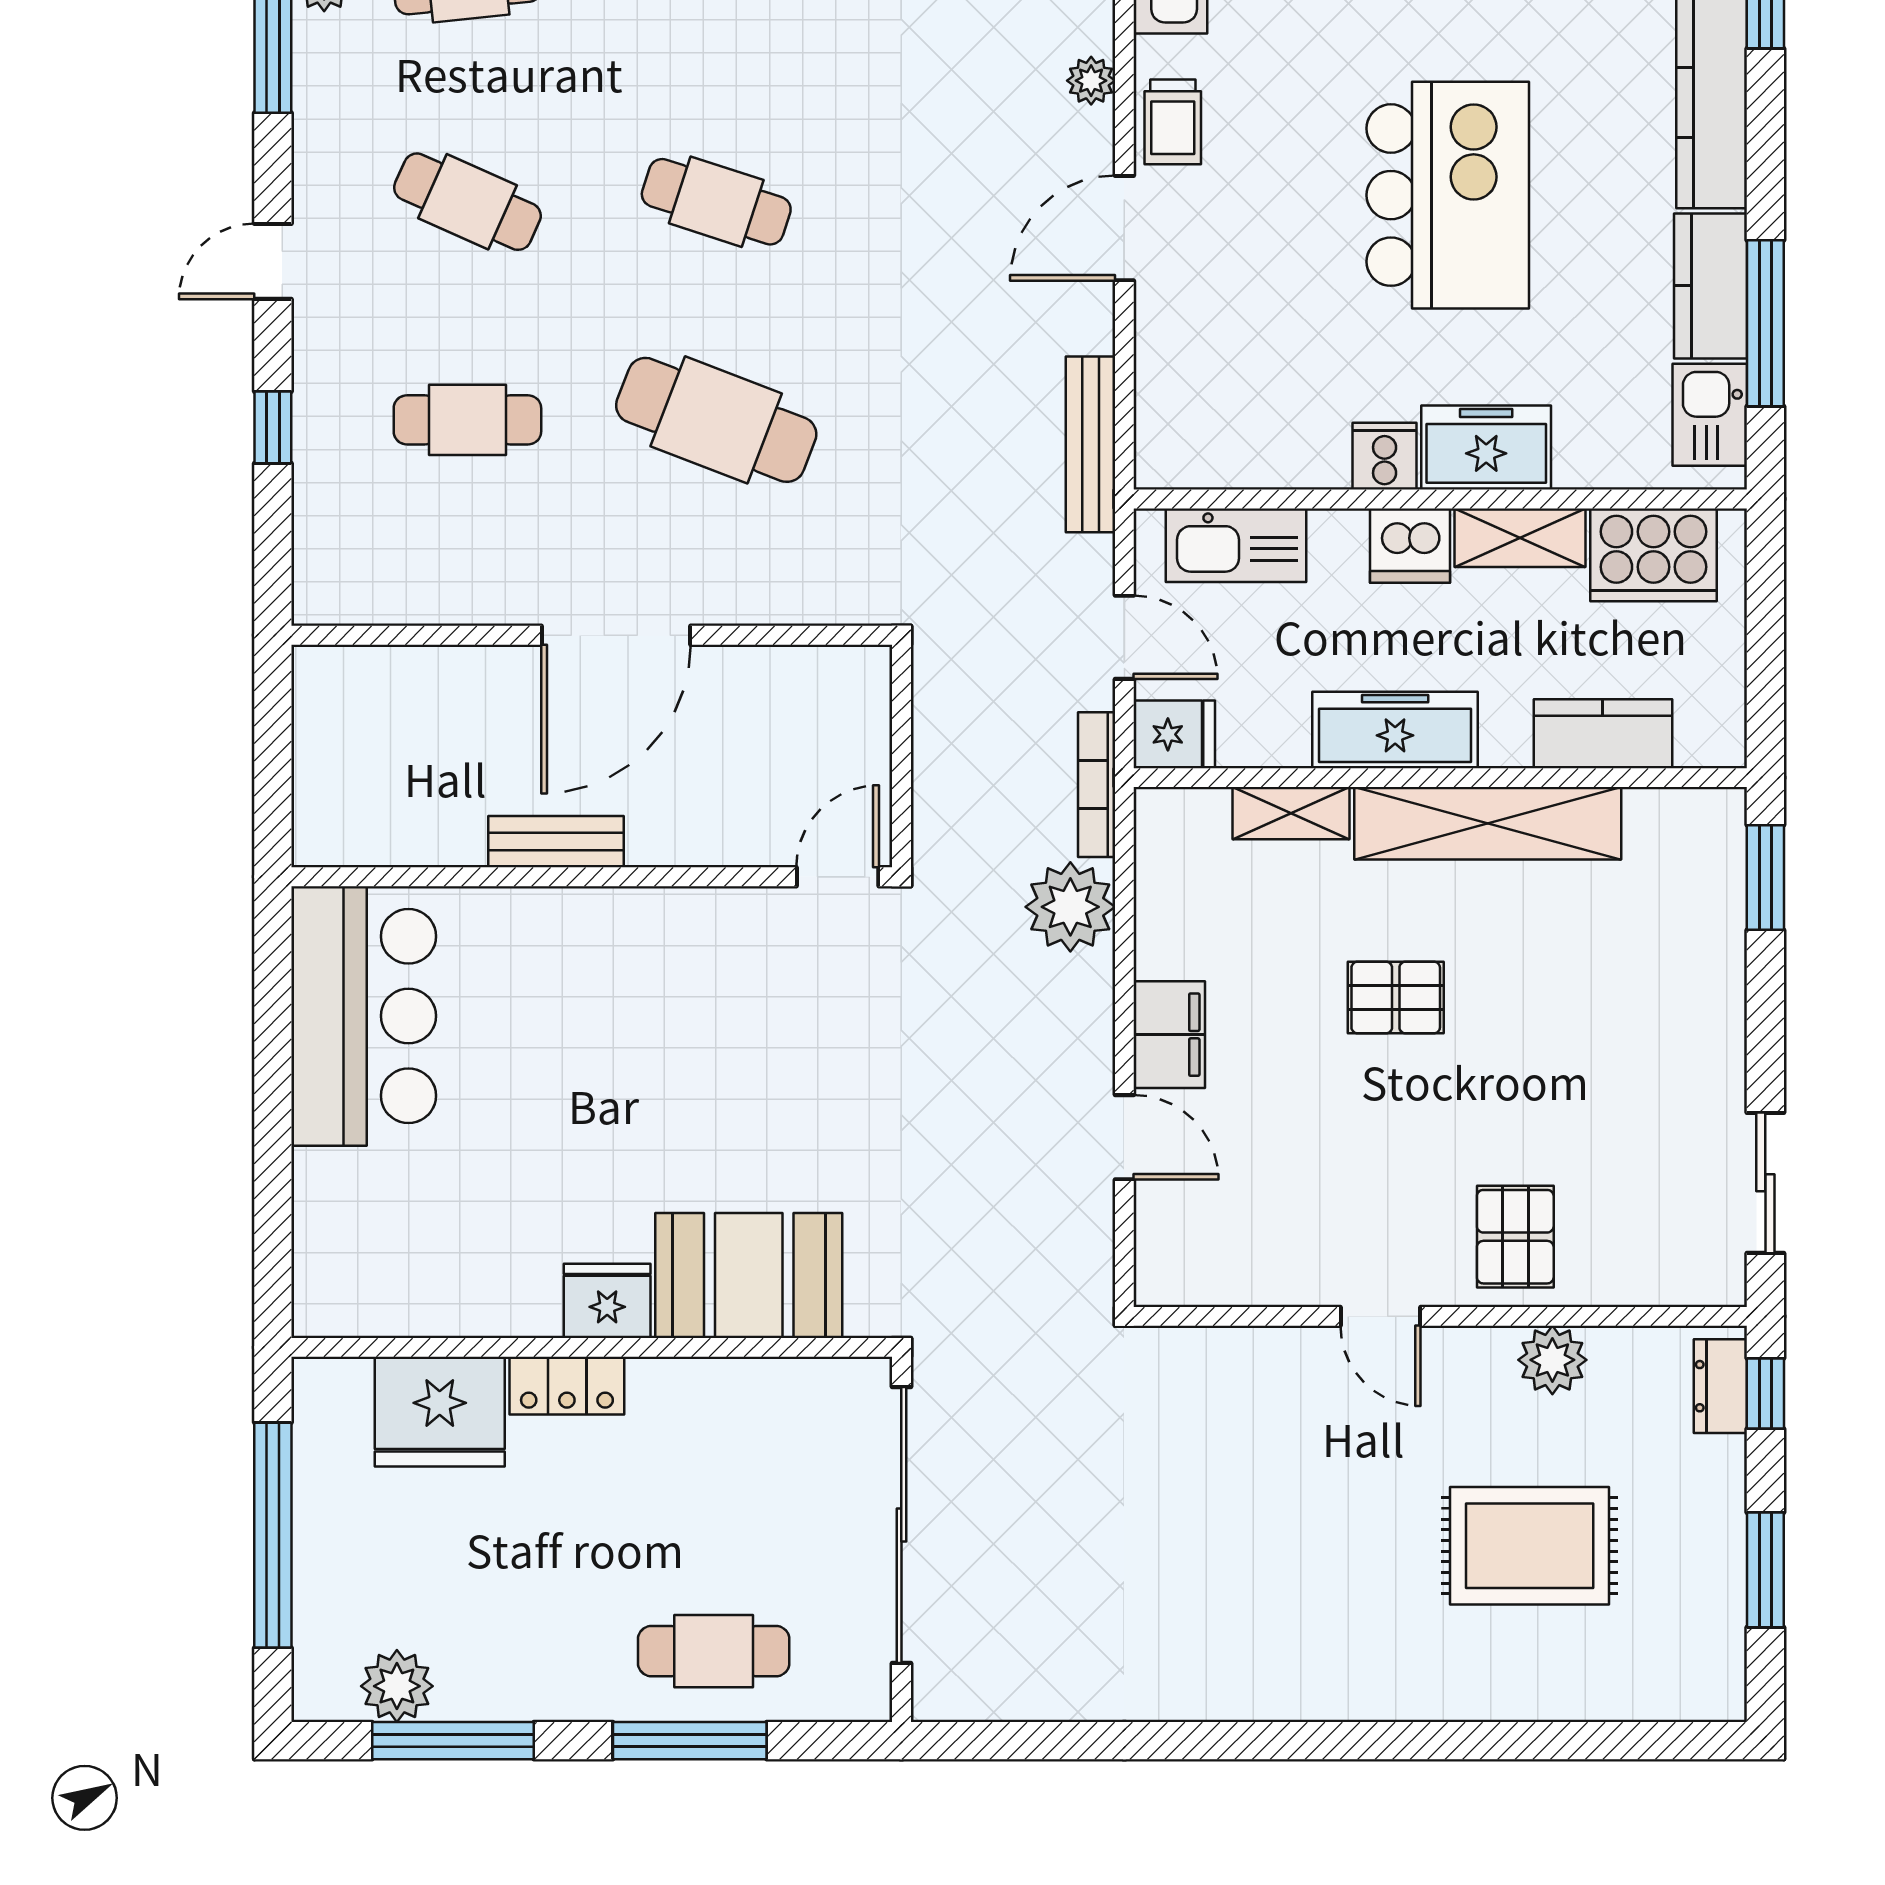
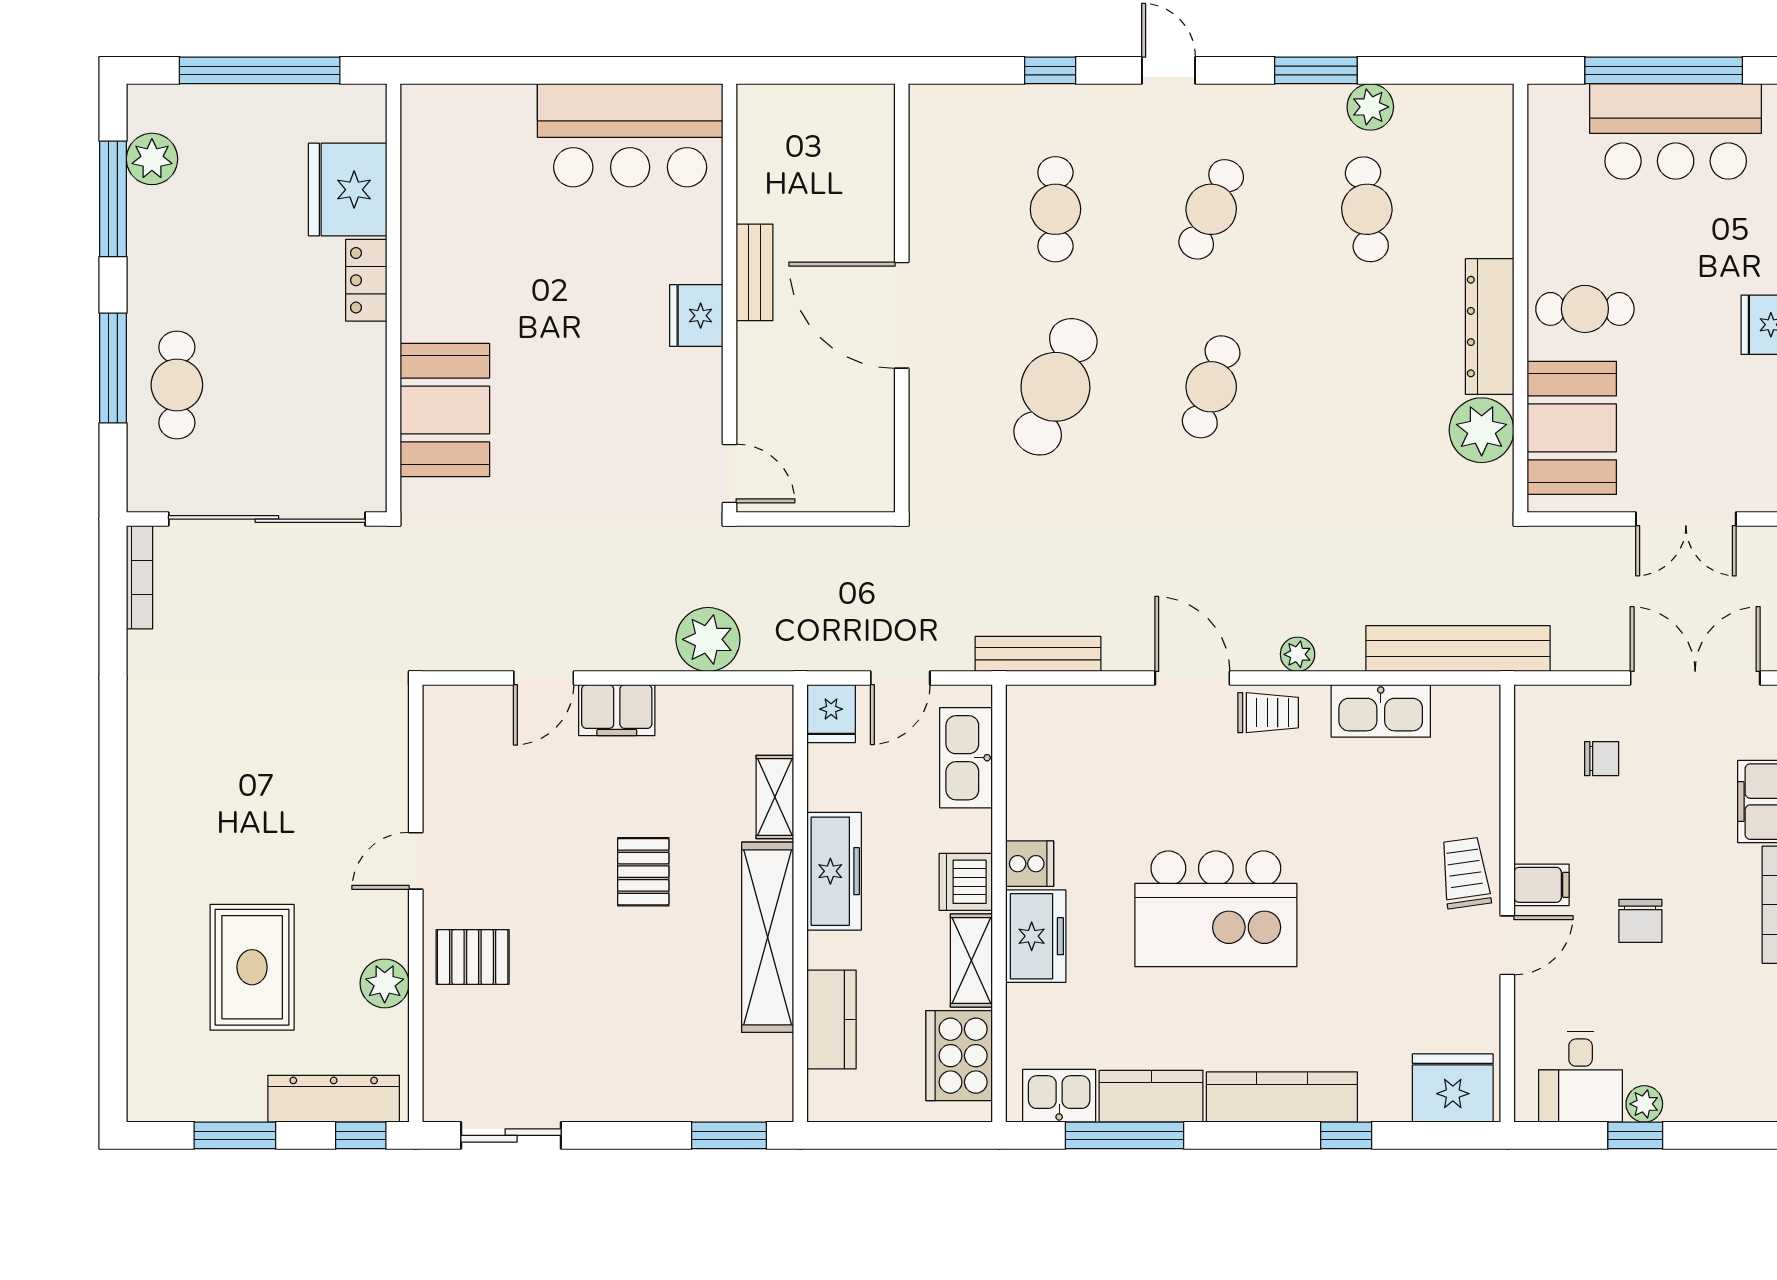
trolley: (1173, 122) -> (1268, 713), turned 180
bookcase: (1097, 785) -> (139, 577), moved, turned 90
fridge: (607, 1301) -> (696, 316), moved, turned 180
dresser: (1720, 1386) -> (334, 1099), width x1.96, depth x1.24

